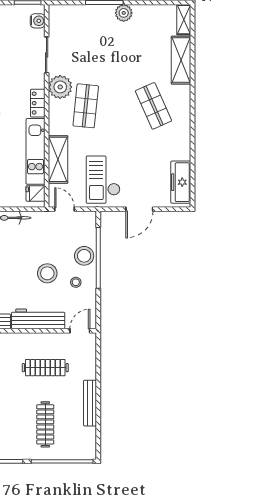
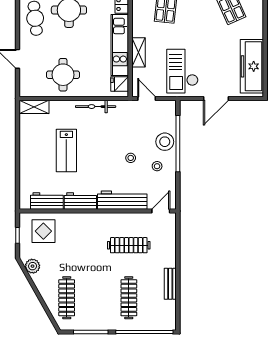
shelving: (58, 159) -> (138, 52), width x0.67, depth x0.75
freezer: (181, 182) -> (252, 66), width x1.36, depth x1.26
stool: (47, 273) -> (131, 158), width x0.53, depth x0.53
bench: (90, 403) -> (170, 284), width x0.73

